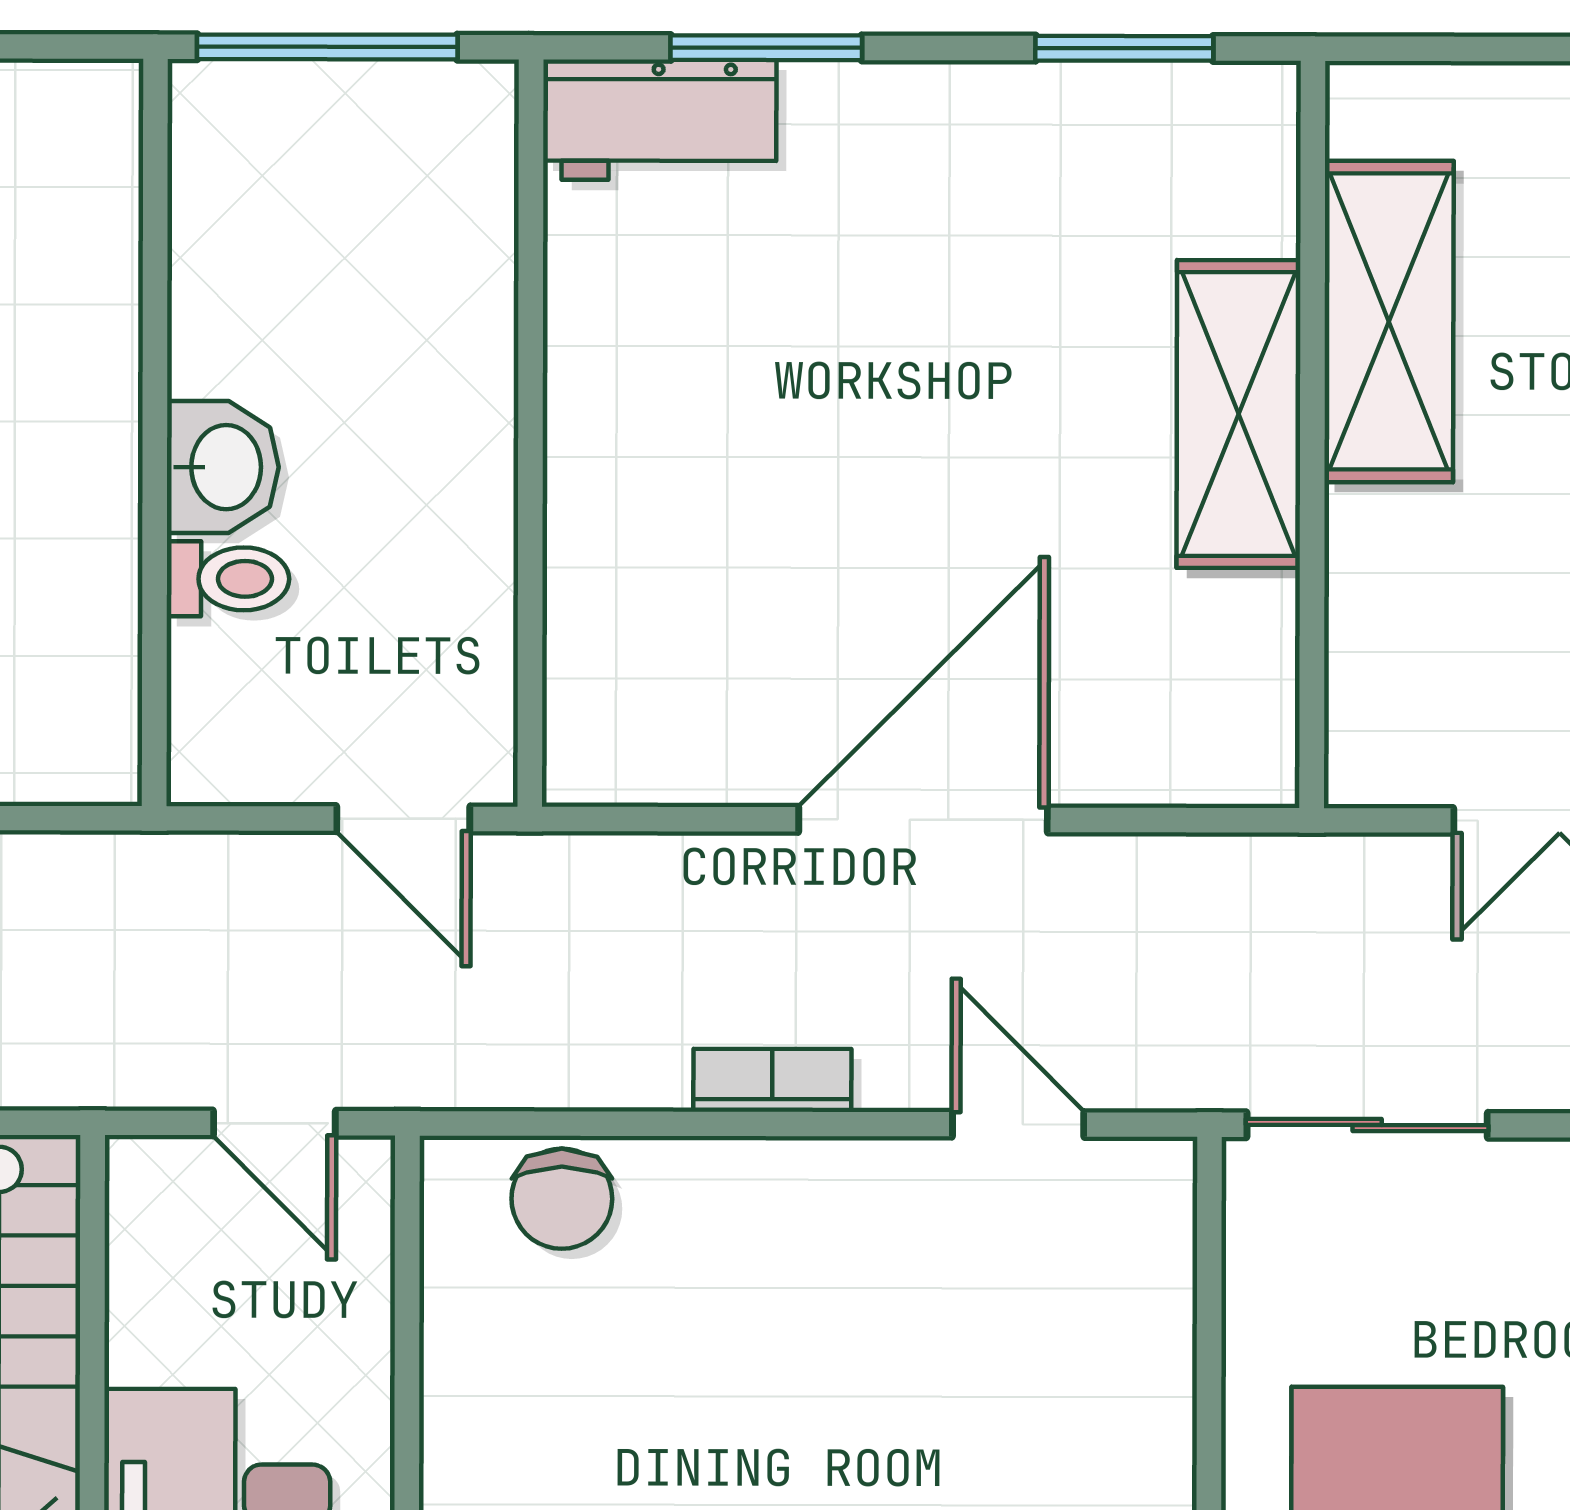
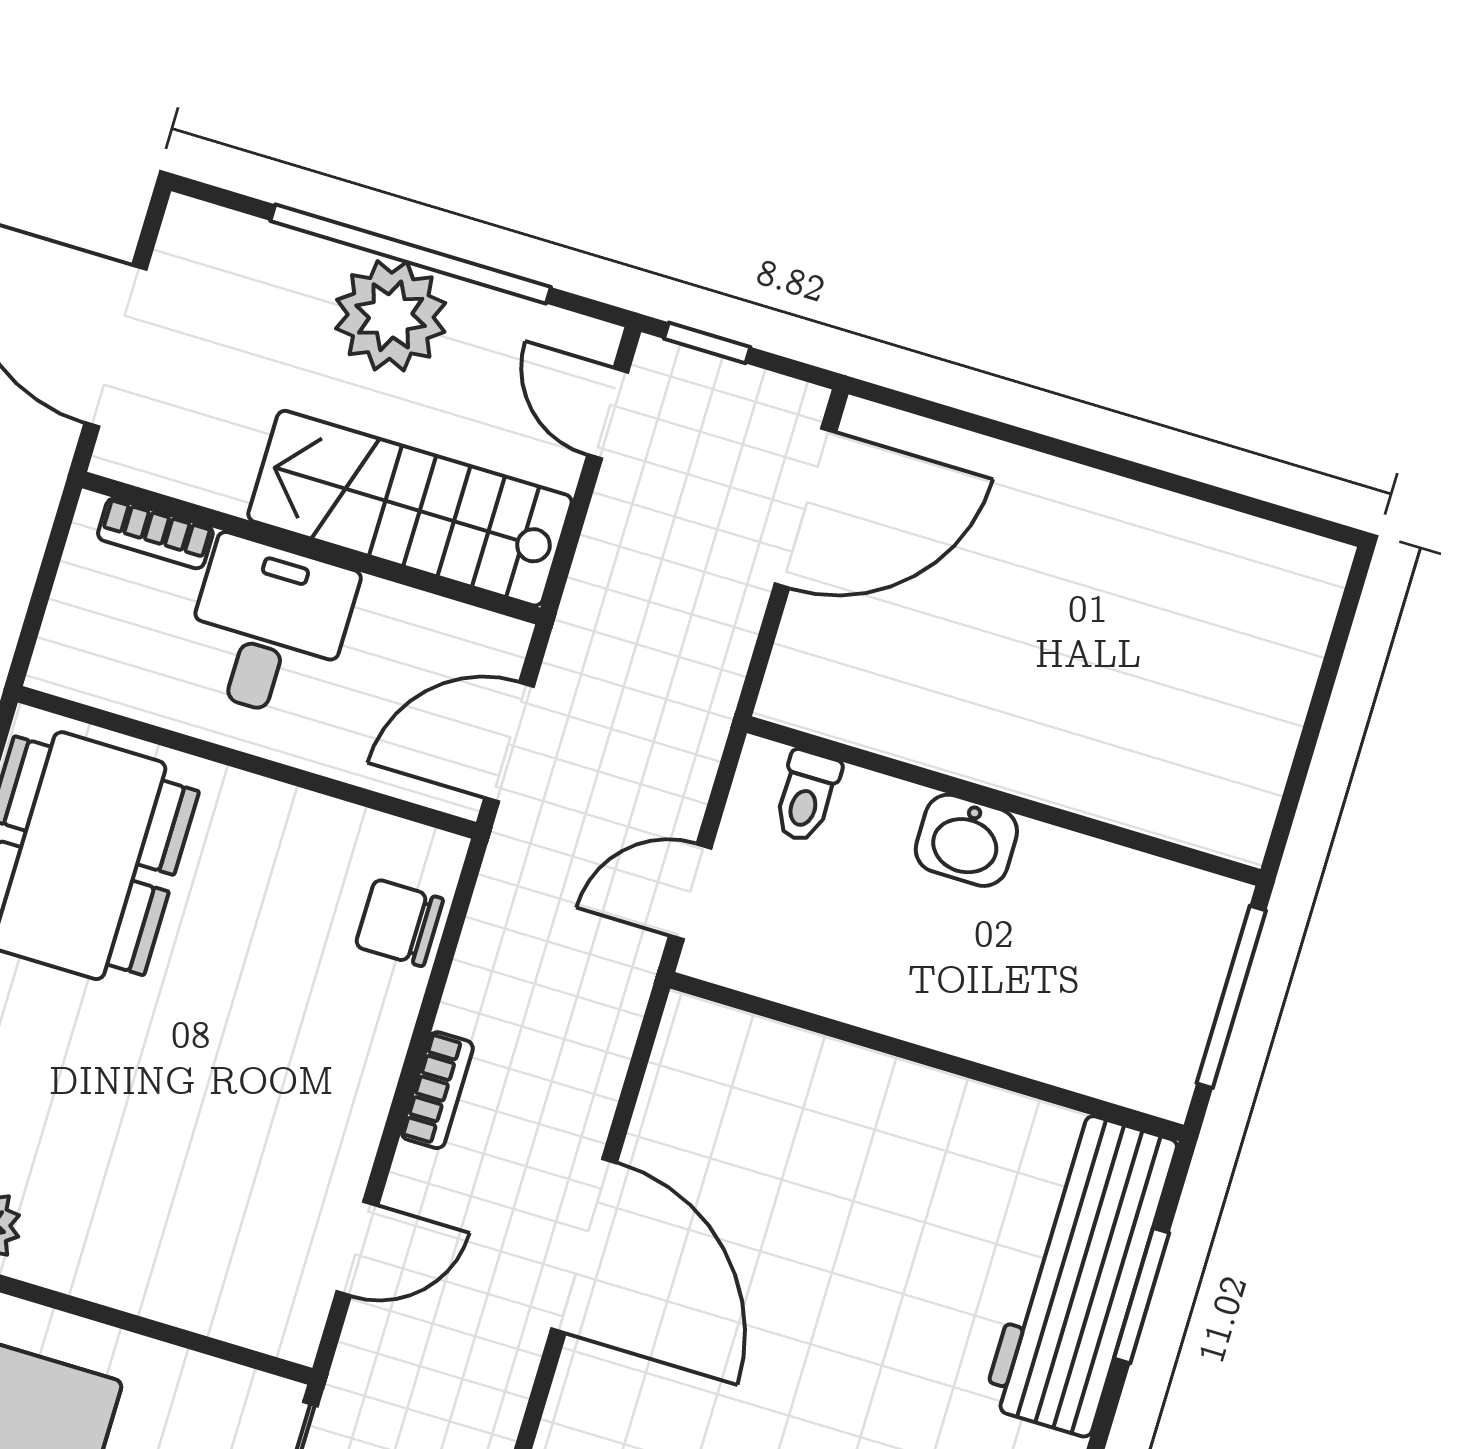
workbench: (660, 120) -> (1080, 1274), width x1.87, depth x1.32
toilet: (228, 579) -> (806, 796), moved
door: (274, 1123) -> (509, 742), width x1.38

